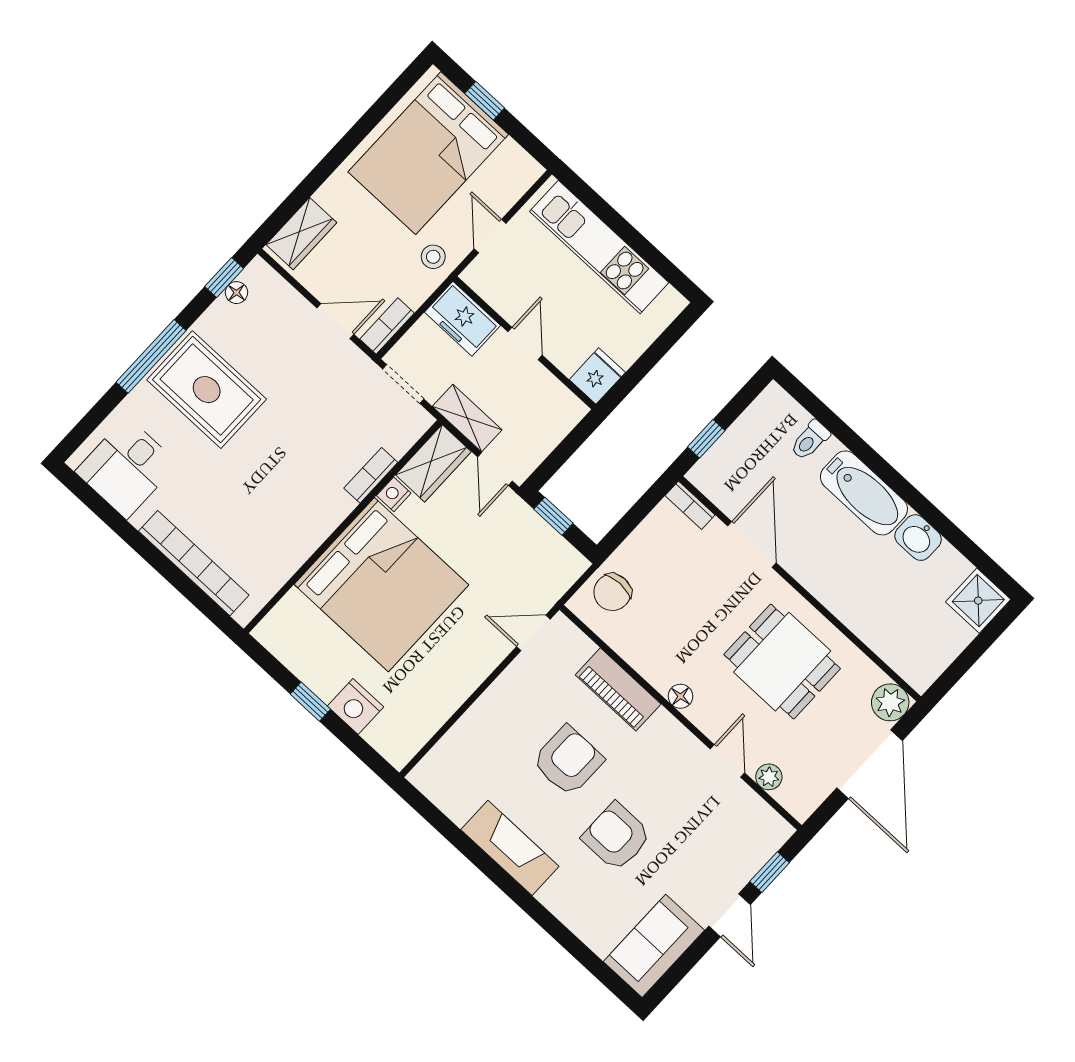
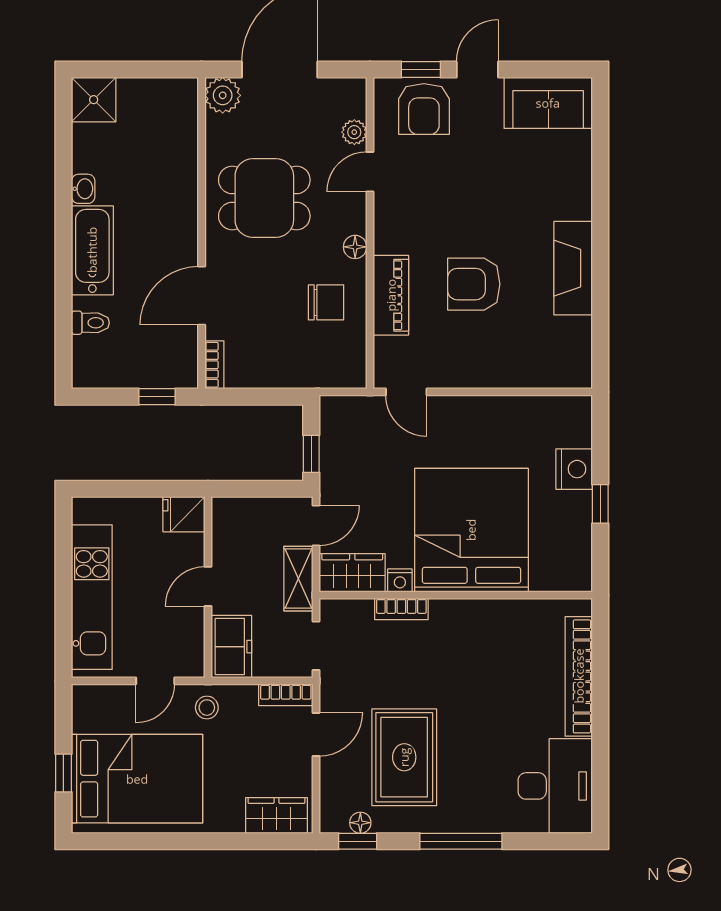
door: (335, 321) -> (316, 734), swing flipped
rug: (207, 390) -> (404, 757), moved
desk: (127, 468) -> (555, 786), width x1.37
washbasin: (918, 538) -> (83, 189), width x0.72, depth x0.69
chair: (612, 592) -> (326, 302), moved
dining table: (782, 662) -> (264, 198), turned 90
armchair: (616, 837) -> (424, 109), moved

